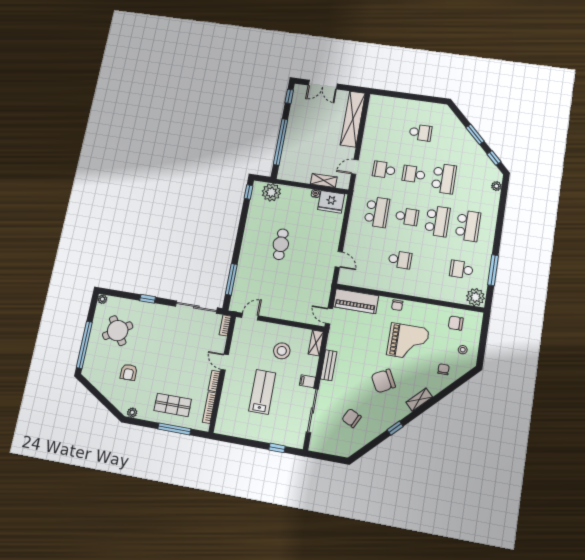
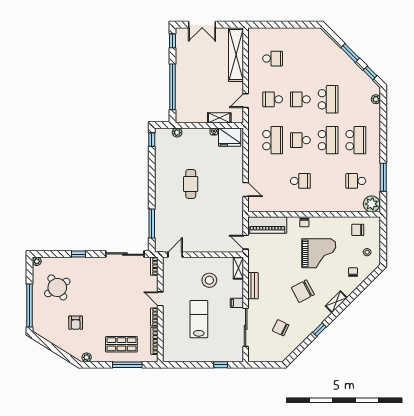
school desk: (421, 133) -> (273, 59), moved
plant: (271, 192) -> (177, 133), width x0.53, depth x0.53
school desk: (407, 217) -> (300, 140), turned 180

